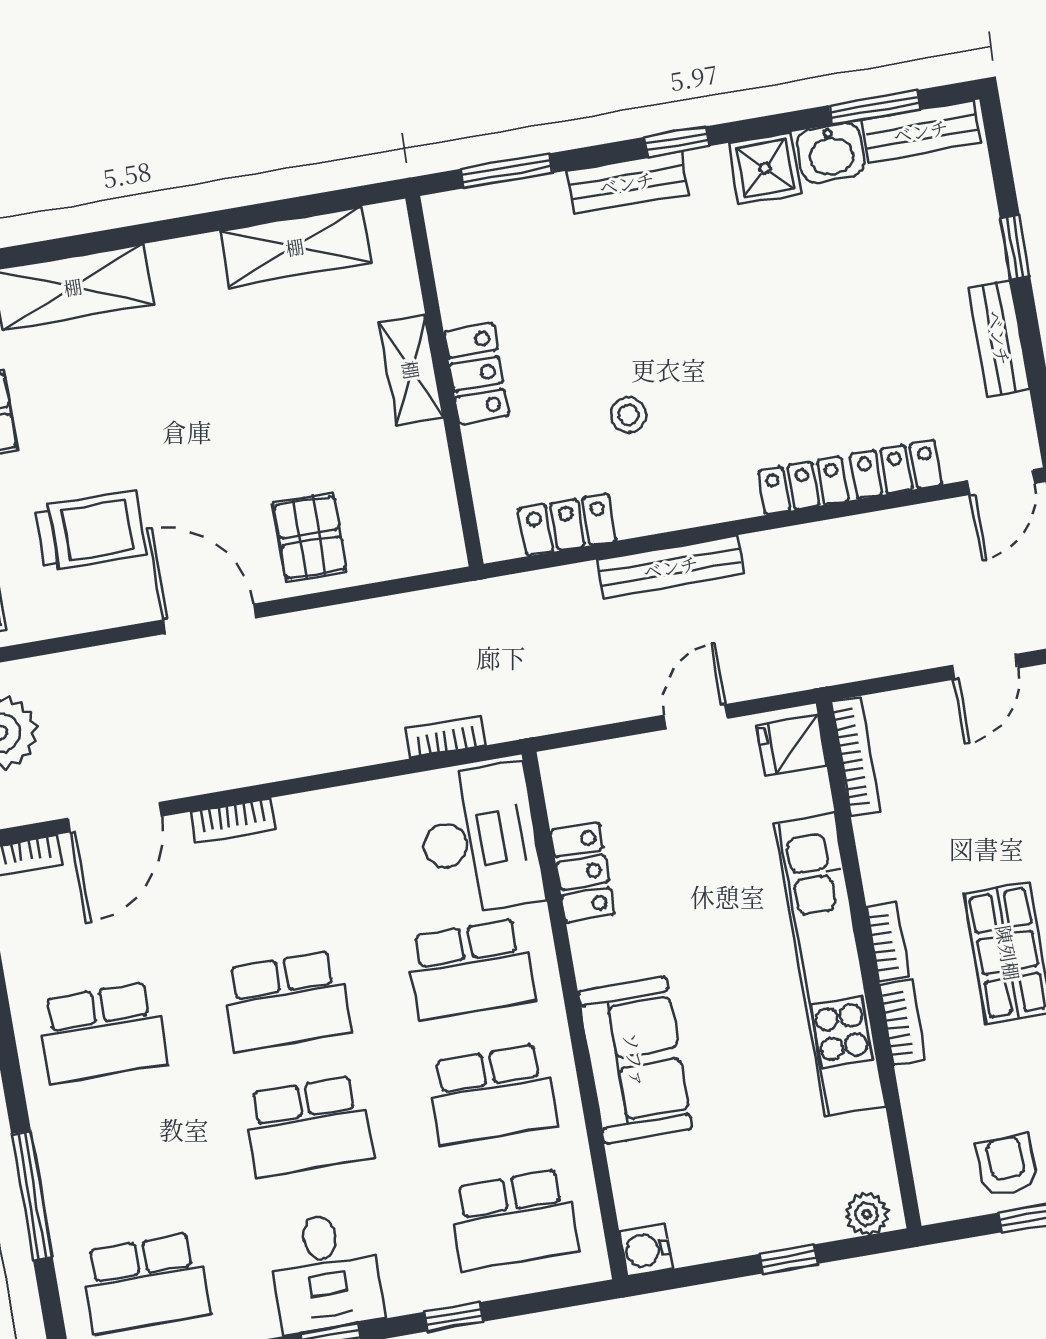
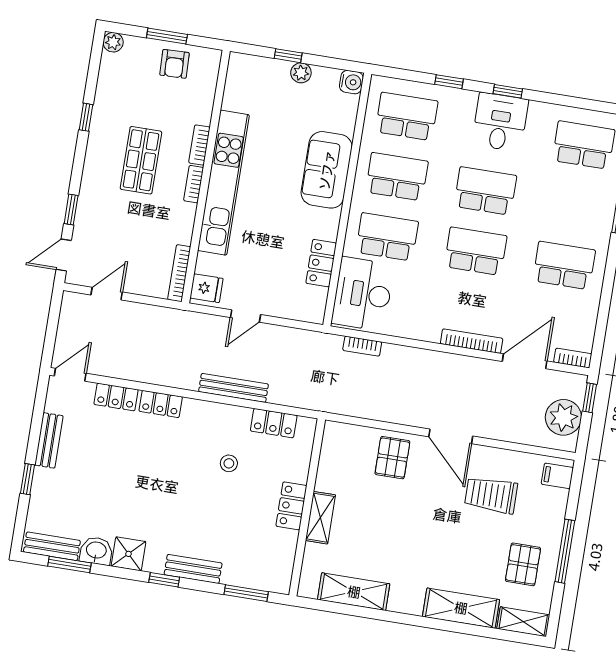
bookcase: (233, 821) -> (472, 341), width x1.56
plant: (867, 1214) -> (301, 73), moved

